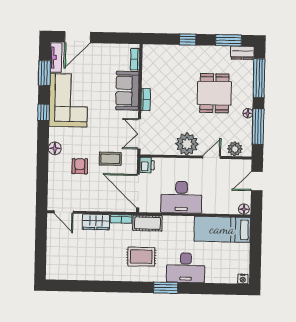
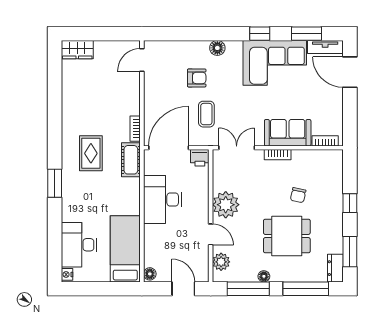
chair: (180, 83) -> (298, 195), added
wardrobe: (96, 222) -> (77, 50), moved, turned -90
desk: (186, 268) -> (79, 245), moved

